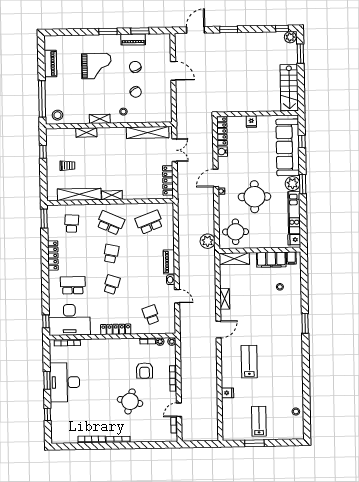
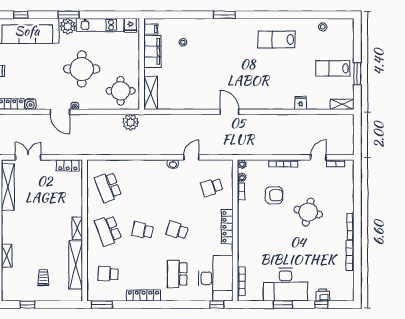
locker: (168, 180) -> (68, 165), width x0.66
school desk: (110, 223) -> (108, 230), turned -45
piano: (169, 262) -> (153, 166), removed
shelving: (225, 299) -> (342, 104), moved
lab bench: (249, 362) -> (276, 40), moved
door: (179, 410) -> (318, 157), swing flipped
printer: (56, 416) -> (323, 295), added

